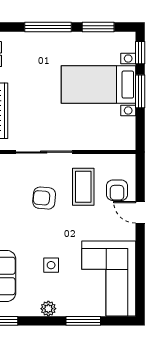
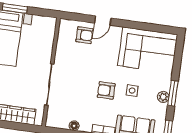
coffee table: (83, 187) -> (78, 59), removed
armchair: (44, 198) -> (106, 90), moved, turned 85
window: (83, 321) -> (173, 93), moved

